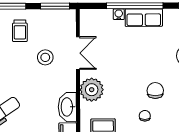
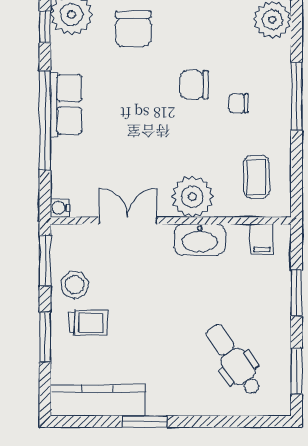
water cooler: (119, 14) -> (60, 208), moved
stool: (45, 57) -> (75, 285), moved
washbasin: (67, 107) -> (200, 239), moved

